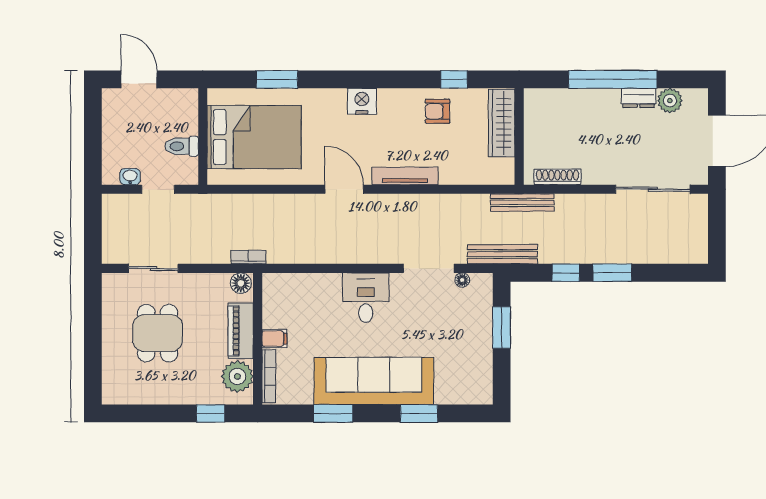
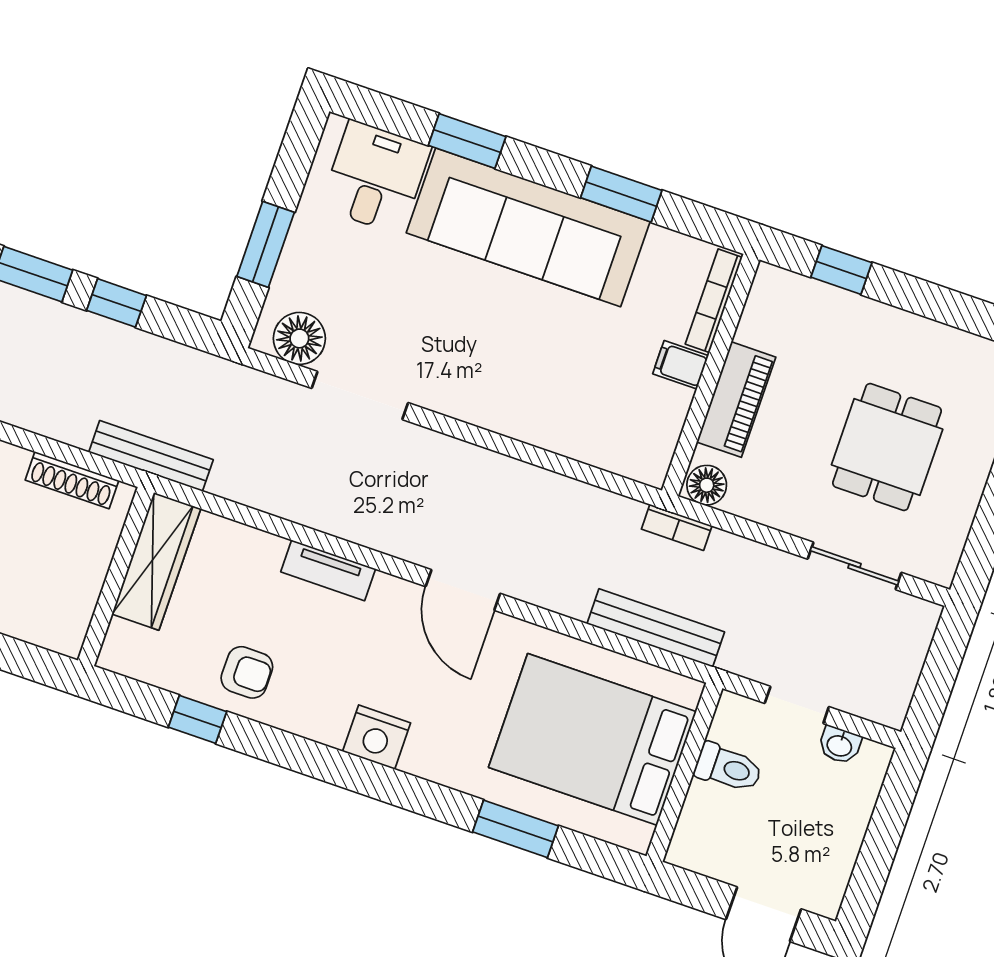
wardrobe: (502, 123) -> (156, 561), moved
tv unit: (405, 176) -> (328, 570), width x0.71
bench: (503, 254) -> (656, 628), moved
floor lamp: (462, 280) -> (299, 338), width x1.89, depth x1.89
desk: (366, 298) -> (376, 177), moved, turned 180
plant: (237, 376) -> (771, 320), removed

